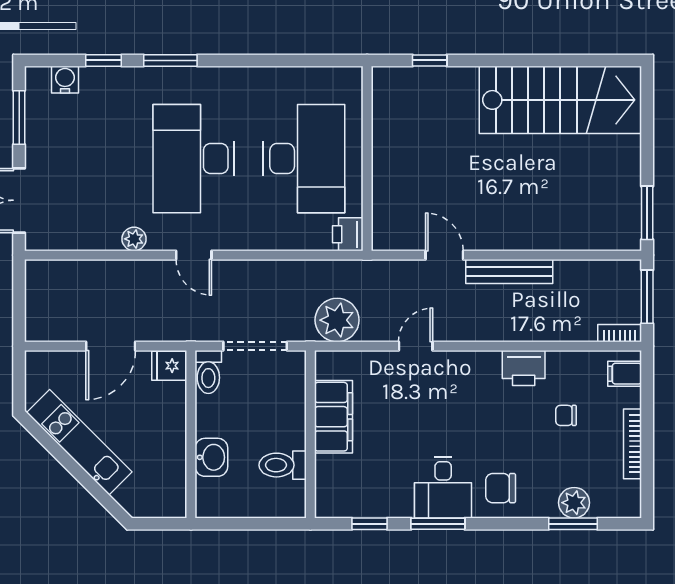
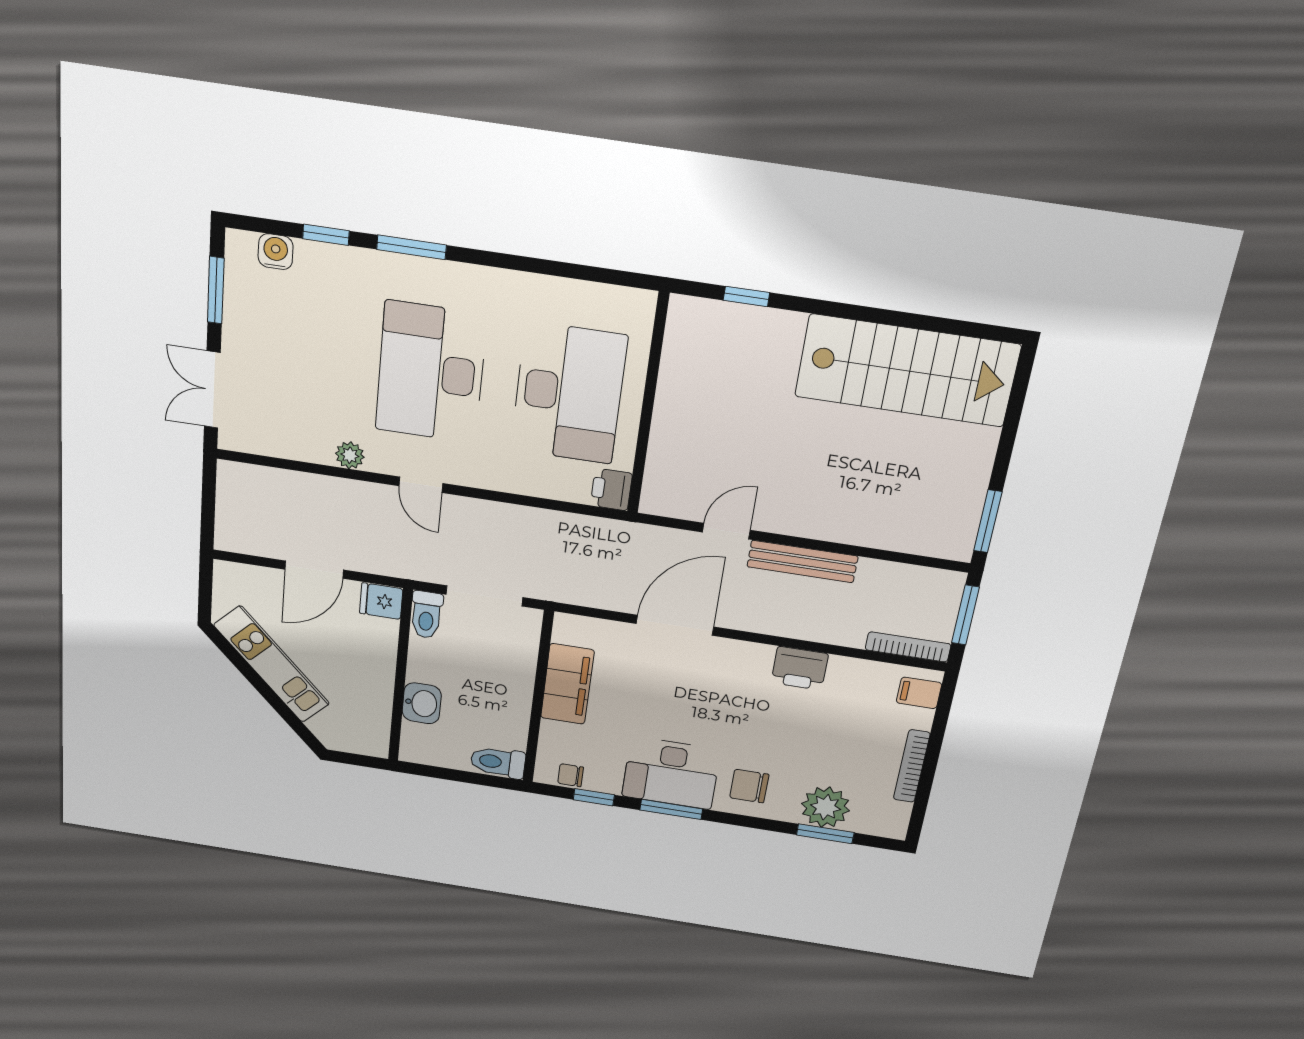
door: (444, 255) -> (726, 531), hinge flipped
plant: (337, 320) -> (585, 583), removed
bookcase: (620, 333) -> (908, 647), width x1.56
door: (416, 346) -> (675, 625), width x1.87
chair: (566, 415) -> (571, 775), moved
toilet: (283, 465) -> (498, 762), moved
desk: (443, 487) -> (671, 773), width x1.37
plant: (574, 503) -> (826, 807), width x1.36, depth x1.36

